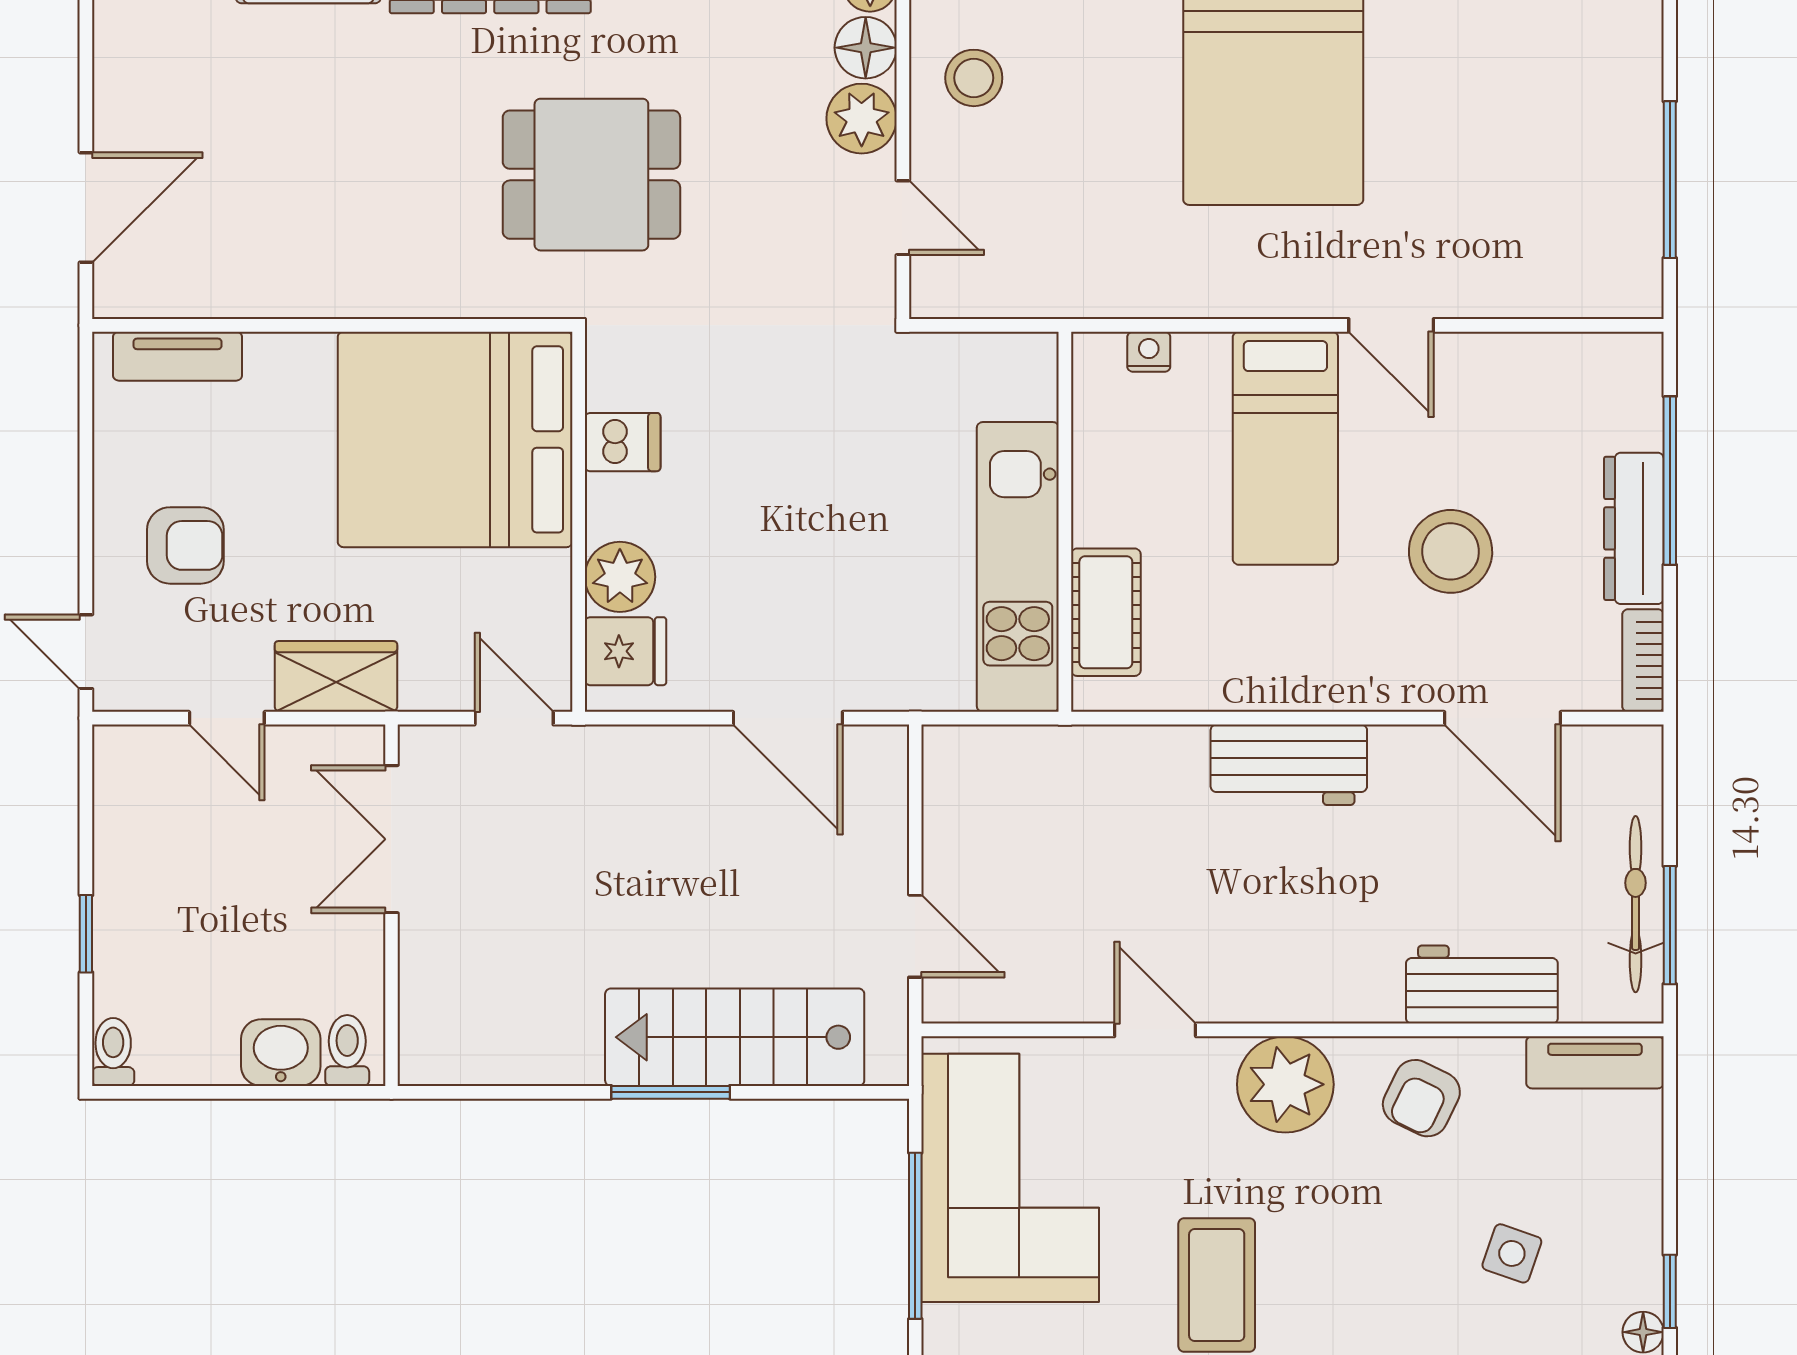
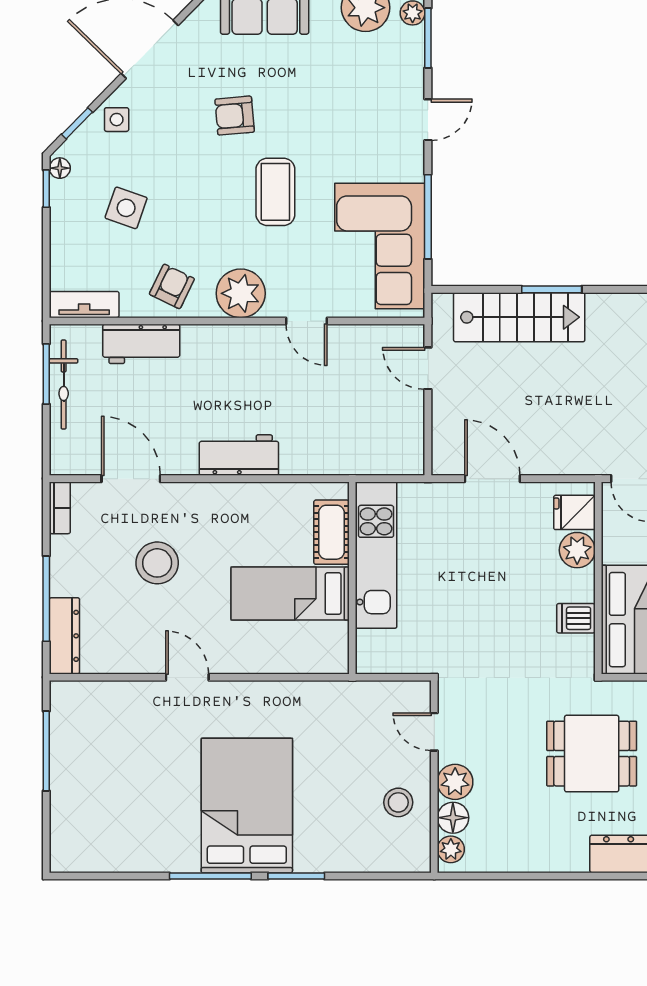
nightstand: (1149, 352) -> (310, 664), removed
bed: (1285, 448) -> (290, 594), moved, turned -90
dresser: (1634, 528) -> (64, 636), moved
side table: (1512, 1253) -> (126, 208), width x1.37, depth x1.37

